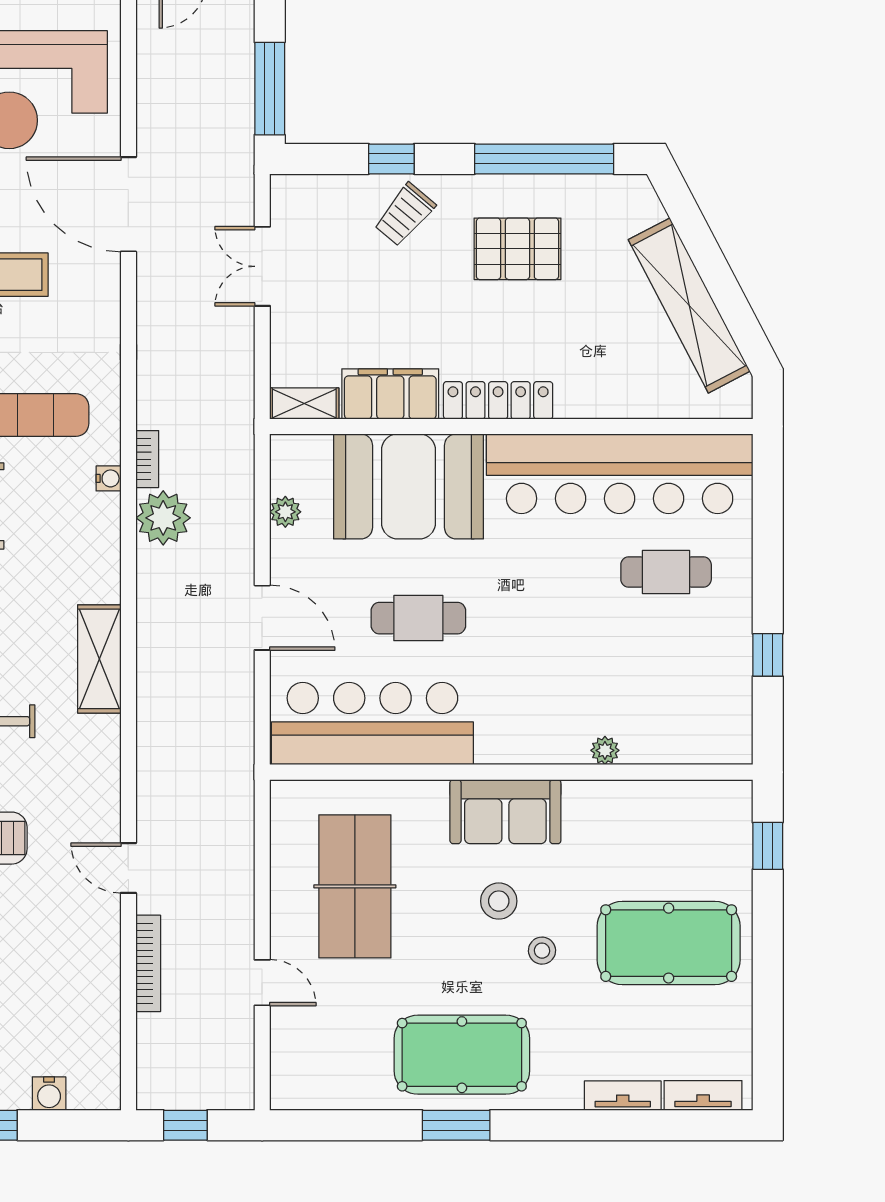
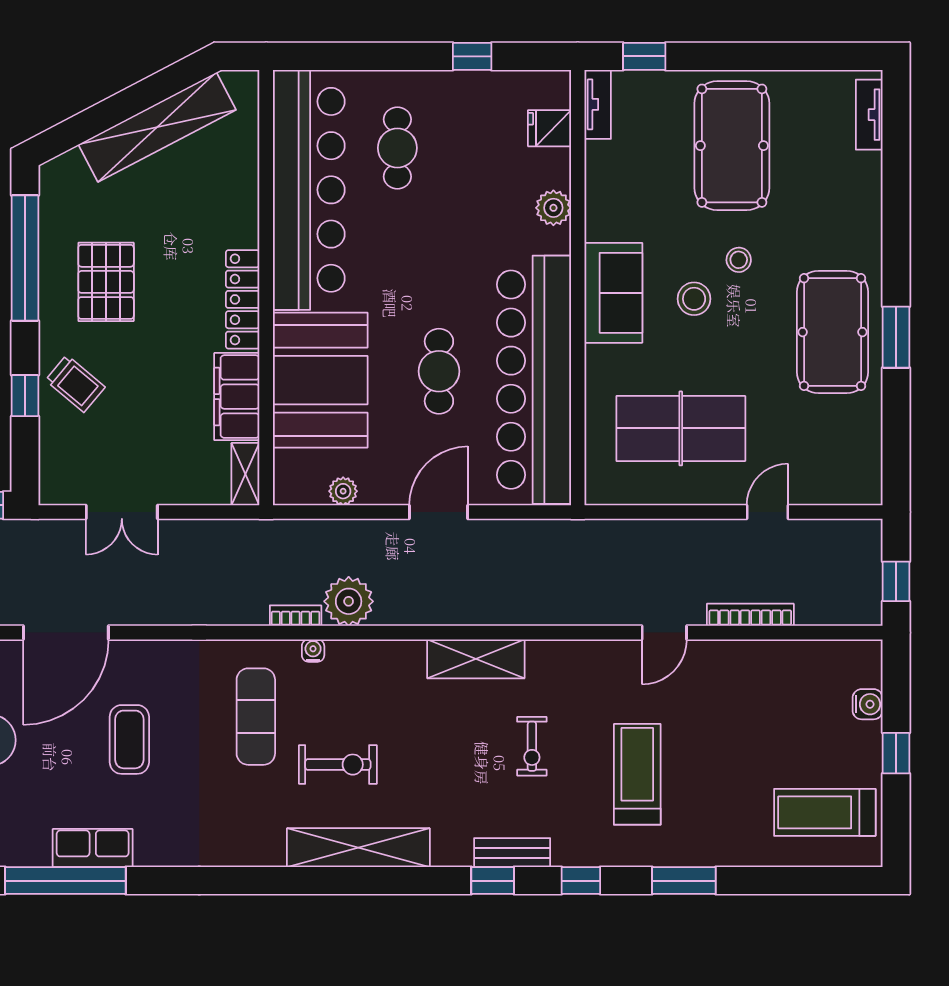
bar counter: (372, 724) -> (534, 380), width x1.36
fridge: (688, 741) -> (550, 128), added
plant: (605, 750) -> (553, 208), width x1.38, depth x1.38
tv unit: (623, 1096) -> (598, 104), moved, turned 180

